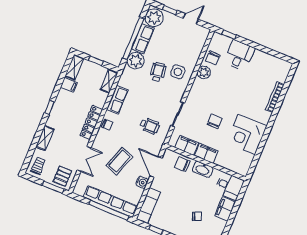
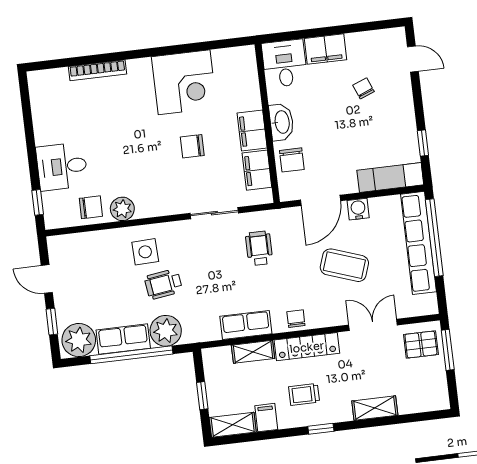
shelving: (109, 81) -> (253, 352), moved
trolley: (38, 166) -> (304, 394), moved

